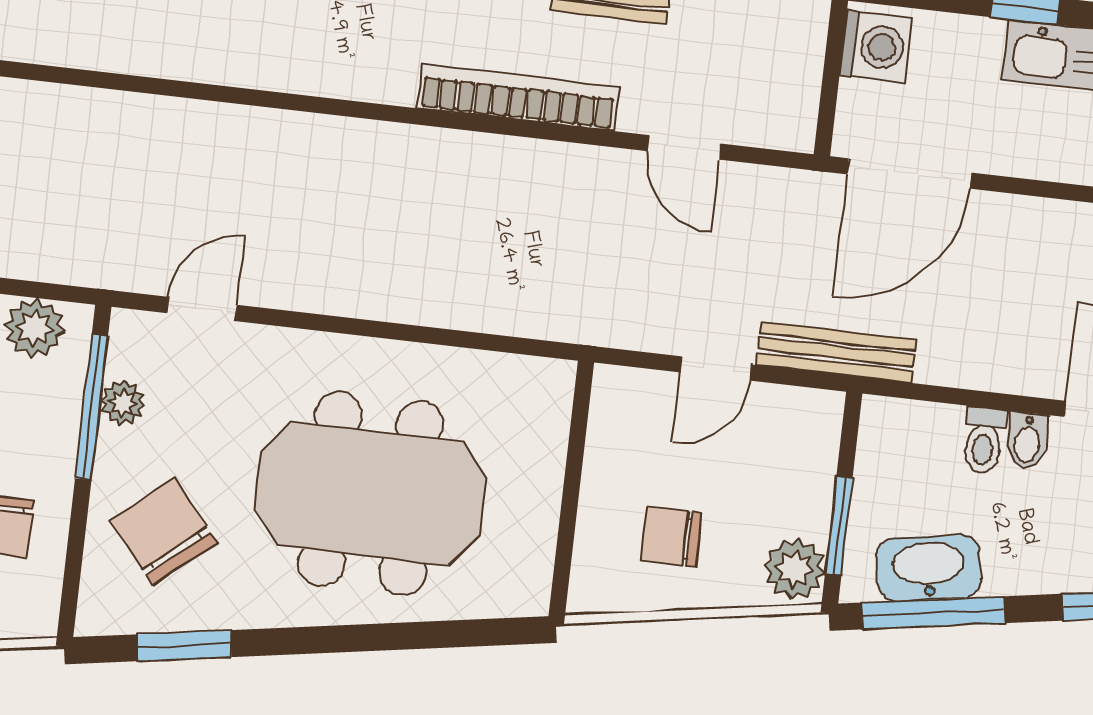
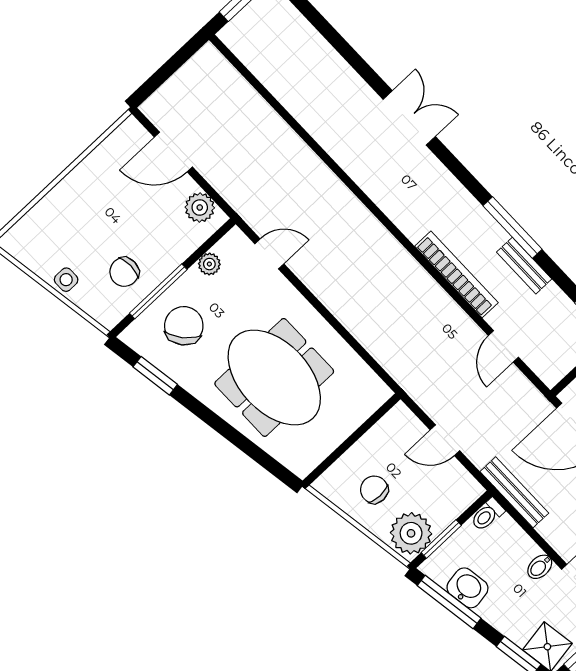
bench: (836, 352) -> (514, 492), moved
window: (92, 407) -> (158, 291), moved
toilet: (984, 441) -> (487, 515), moved
washbasin: (929, 568) -> (467, 588), width x0.72
plant: (795, 569) -> (411, 533), width x1.36, depth x1.36

